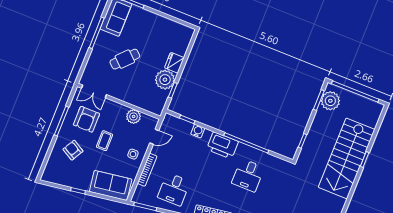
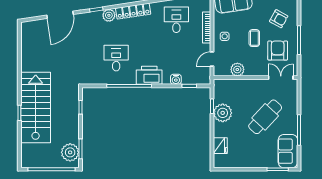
cafe table: (125, 59) -> (265, 117), width x1.37, depth x1.35
fridge: (174, 63) -> (220, 146), moved

